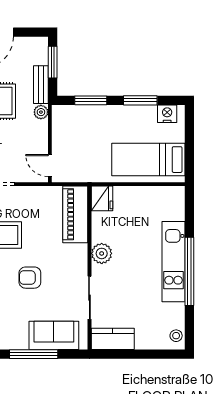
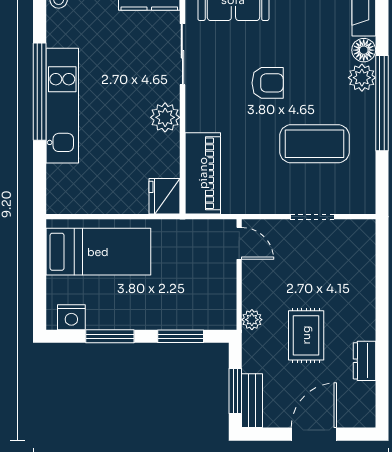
bench: (41, 85) -> (252, 401), moved

